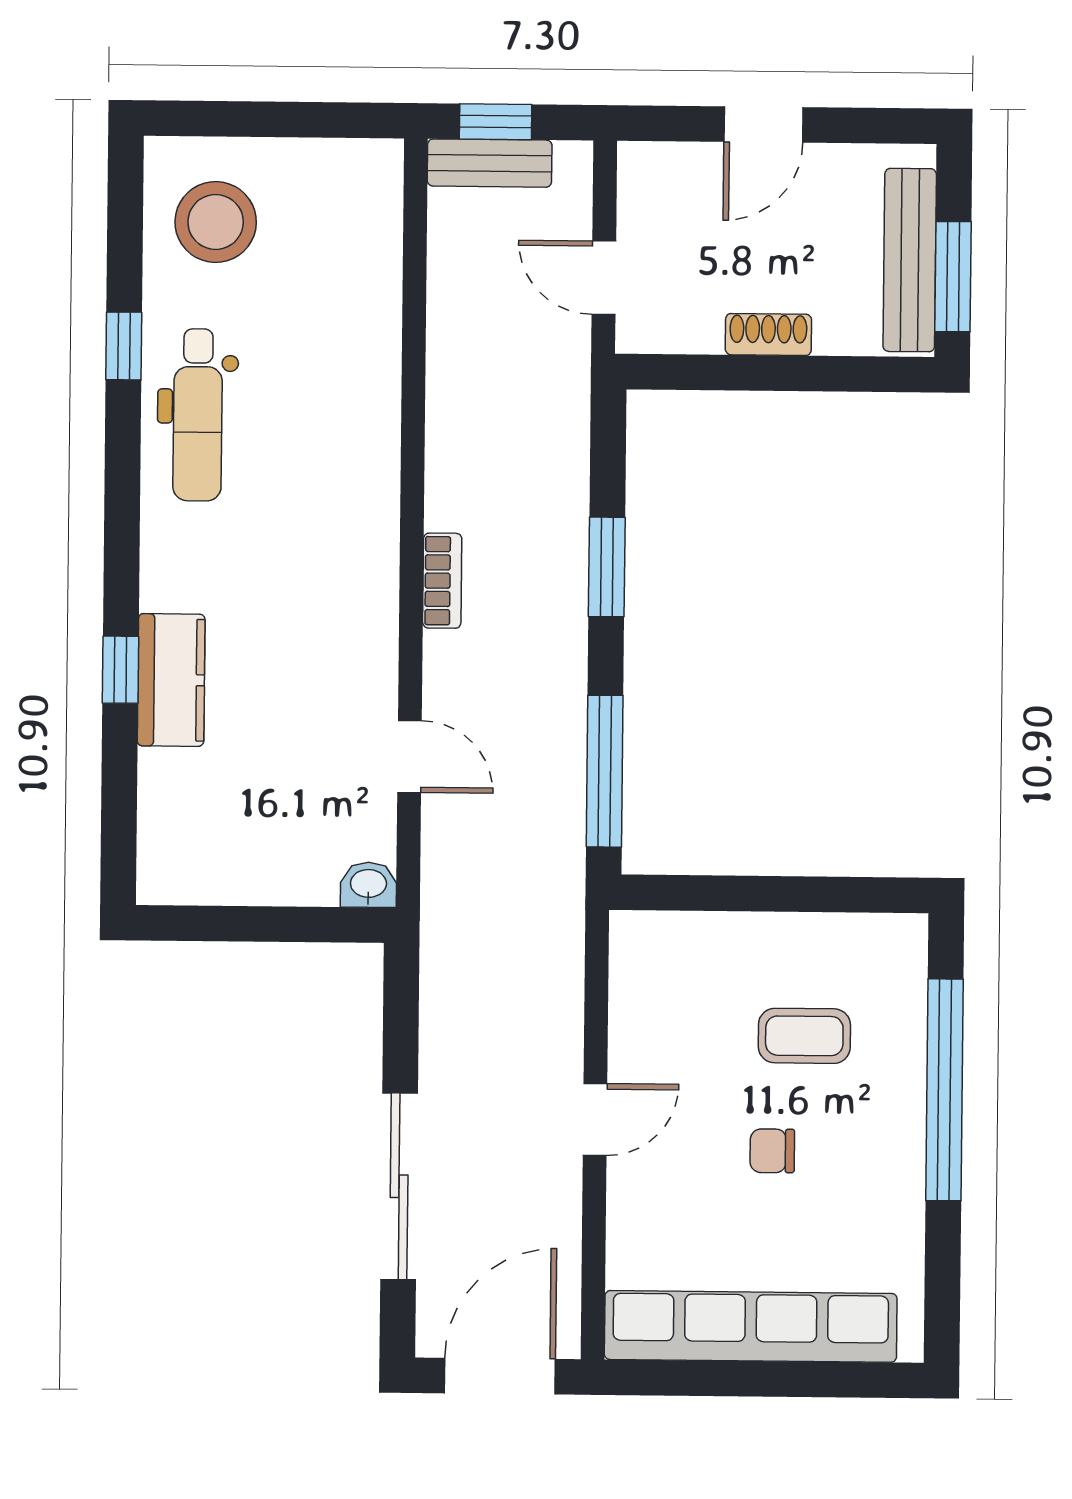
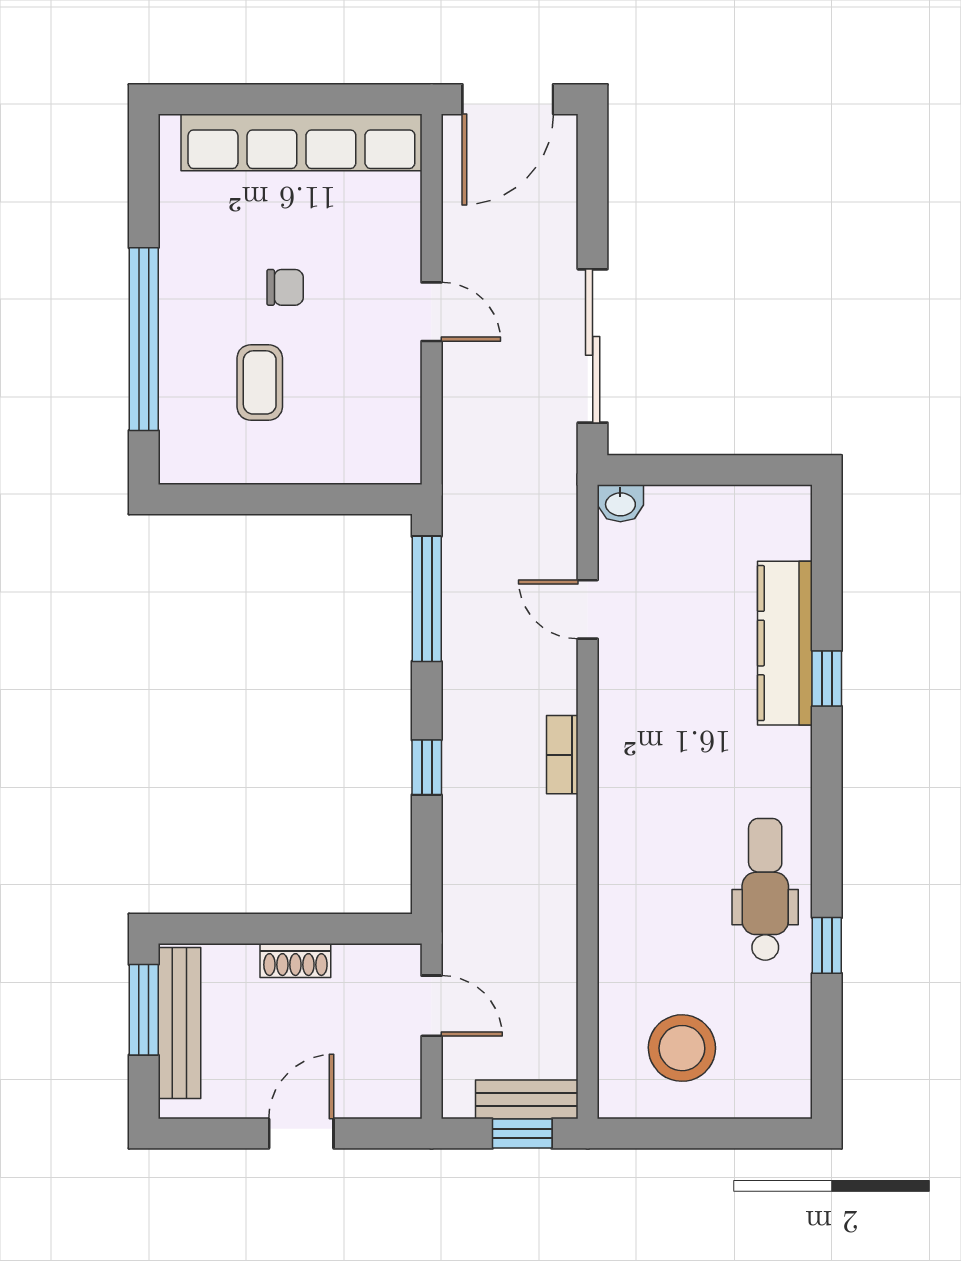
stool: (216, 222) -> (682, 1048), moved
window: (607, 567) -> (427, 767), width x0.67
kitchen counter: (171, 680) -> (785, 643), width x1.50
coffee table: (804, 1036) -> (260, 382), turned 90
door: (595, 1119) -> (432, 312), swing flipped
sliding door: (399, 1186) -> (593, 346), moved

